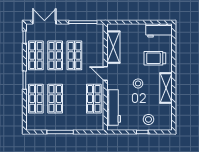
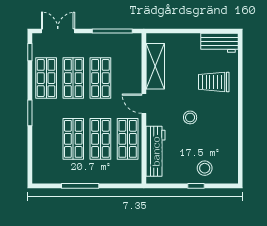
shelving: (166, 88) -> (229, 124), removed
shop shelf: (36, 99) -> (100, 139), moved

